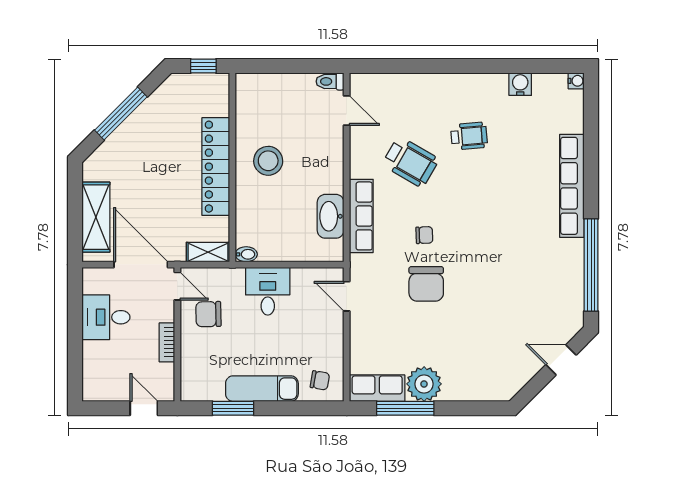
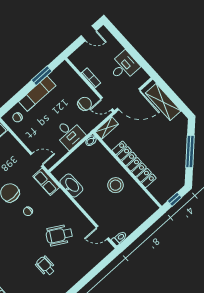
wheelchair: (469, 136) -> (45, 266), turned 95
row of seats: (361, 216) -> (46, 182), moved, width x0.68
door: (144, 408) -> (89, 33), moved

